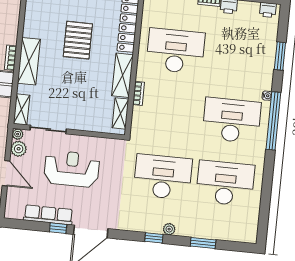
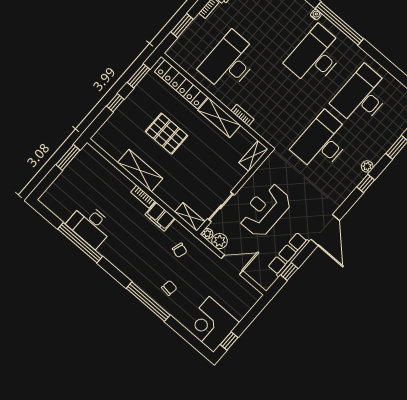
shelving: (29, 61) -> (140, 171), moved
shelving: (120, 113) -> (253, 156), moved, turned 90
window: (58, 228) -> (289, 272), moved

